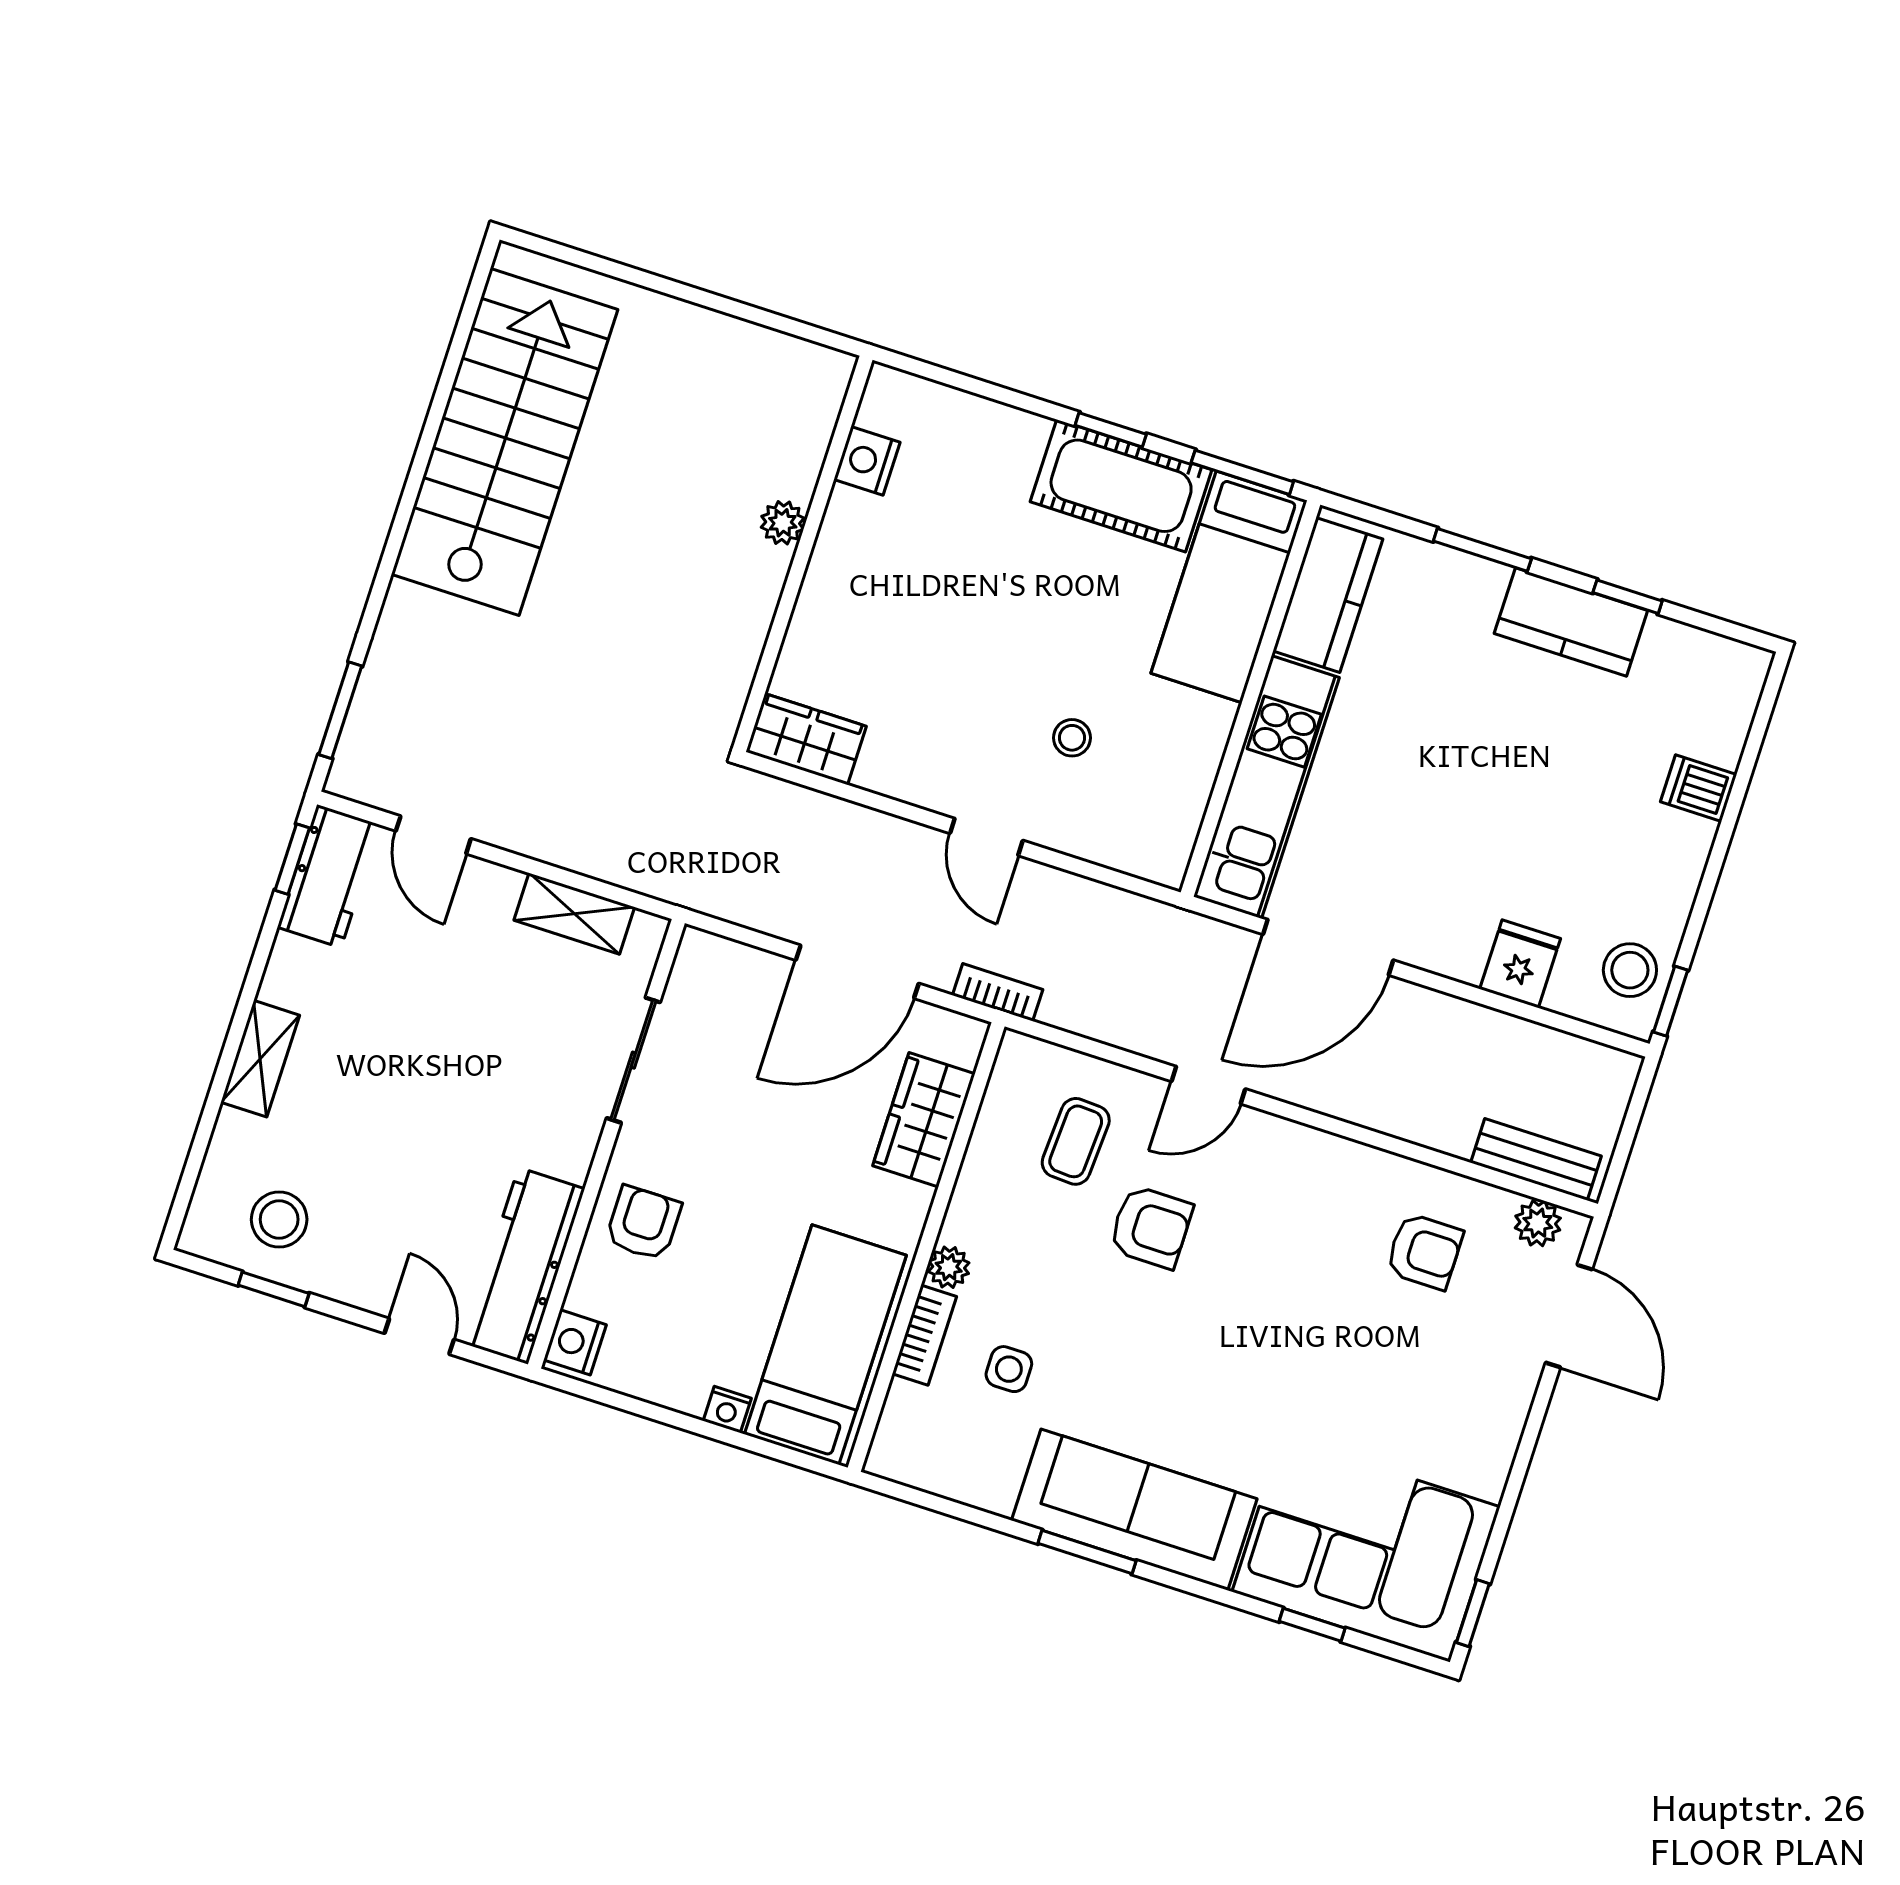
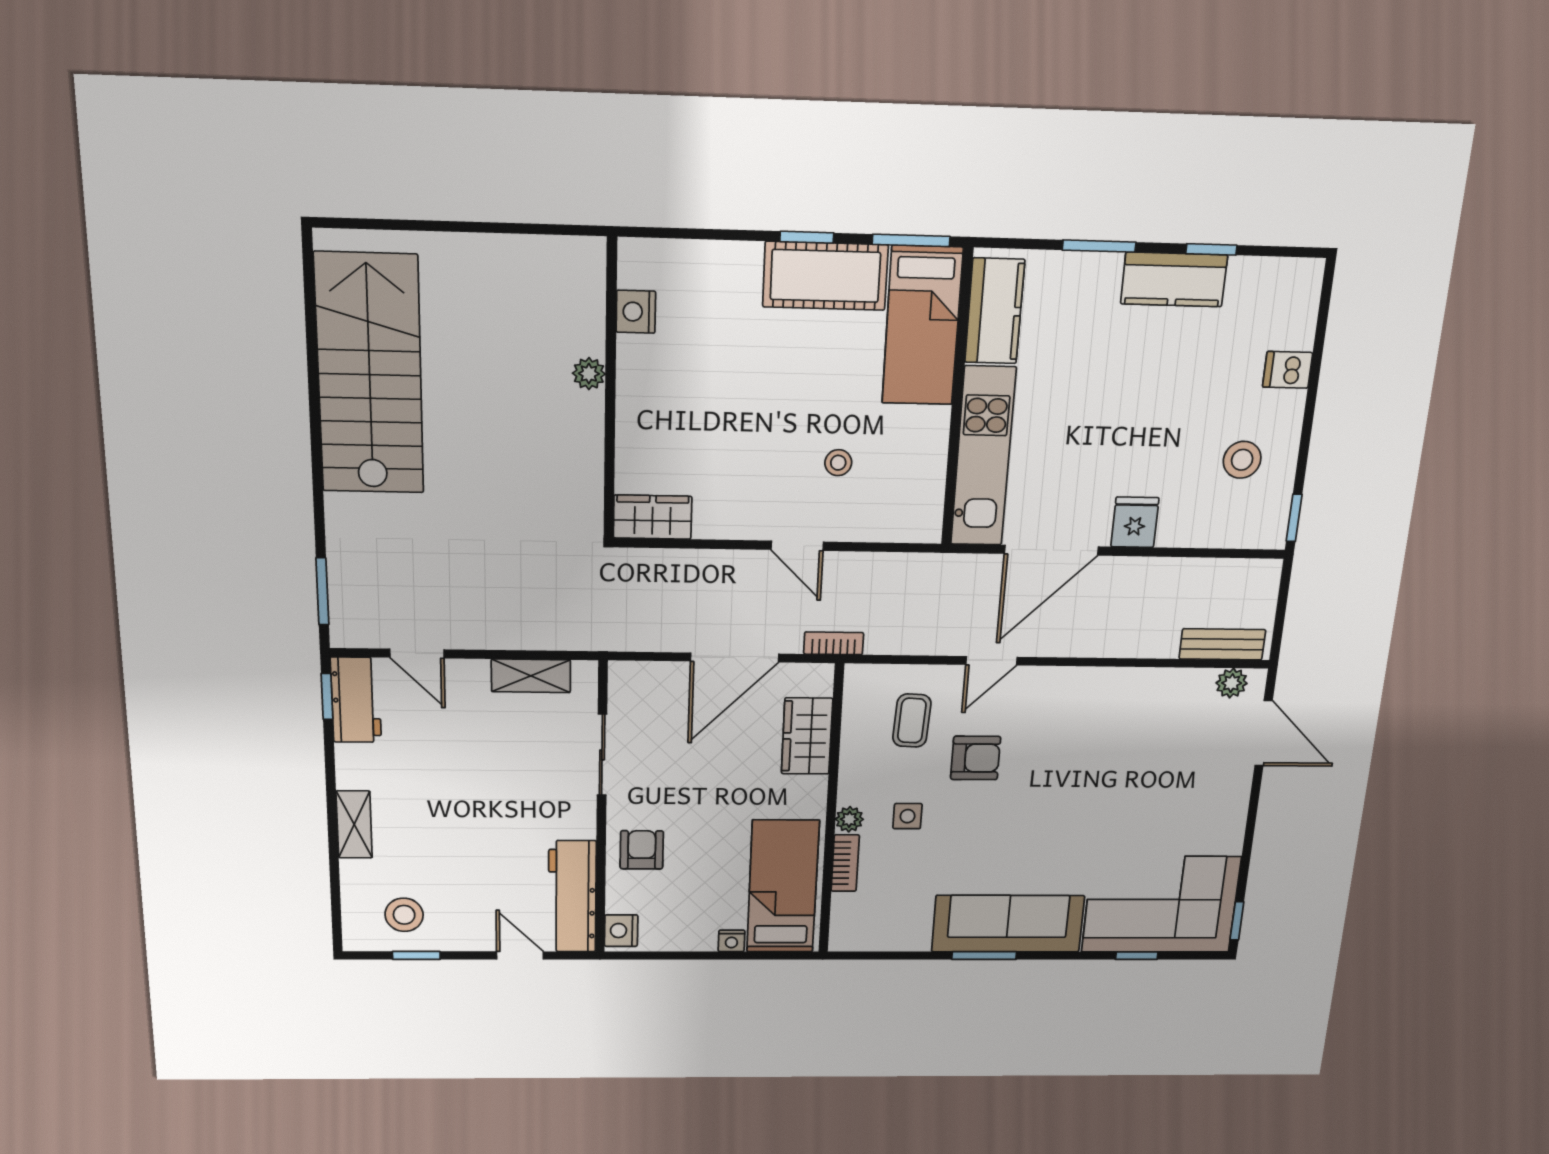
fridge: (1520, 964) -> (1135, 522), moved
stool: (1630, 970) -> (1242, 460), moved
armchair: (1424, 1251) -> (1160, 721), removed
side table: (1009, 1369) -> (908, 816), moved

